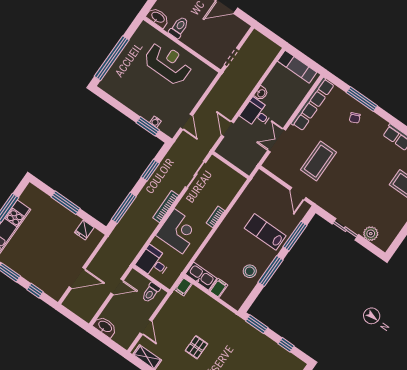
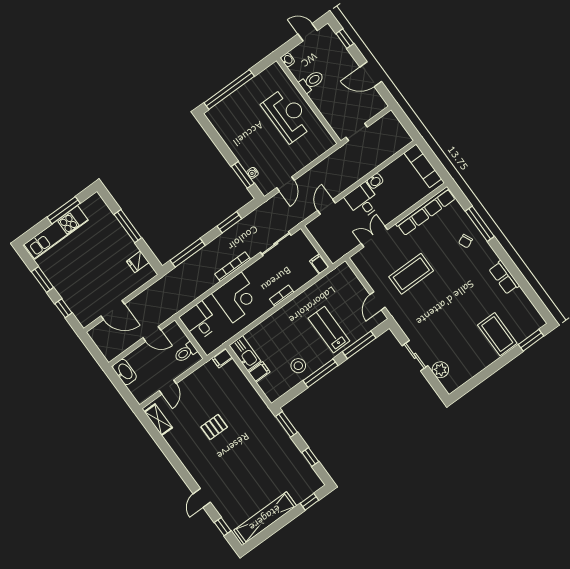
washbasin: (158, 18) -> (288, 60), width x0.52, depth x0.69
filing cabinet: (238, 179) -> (319, 264), added

